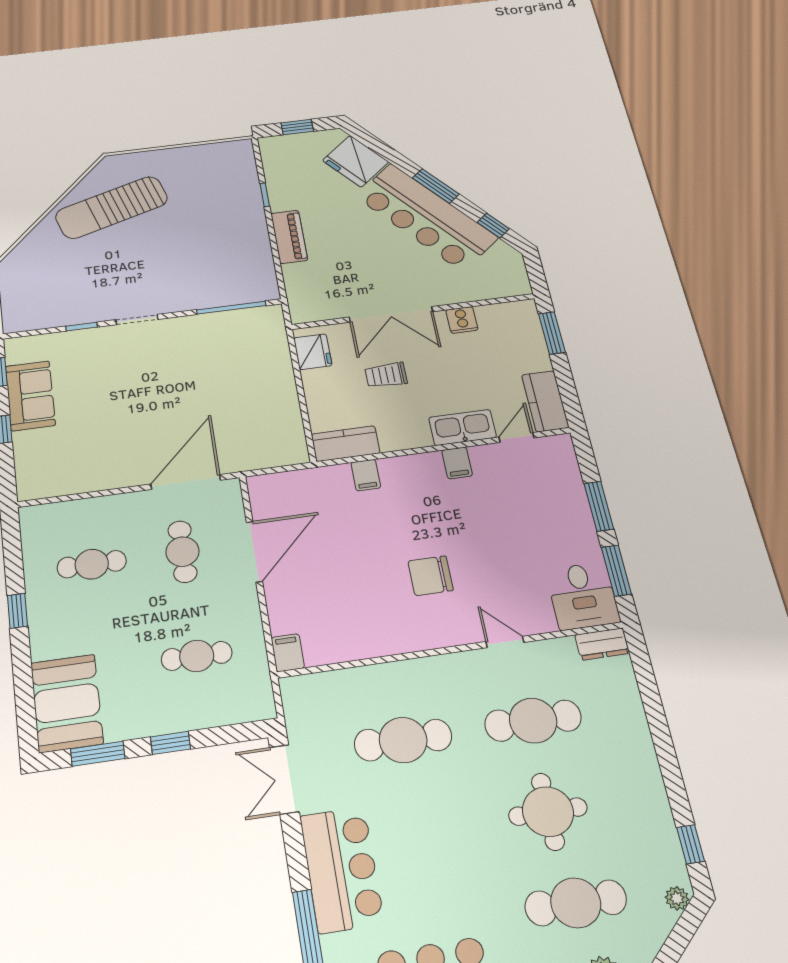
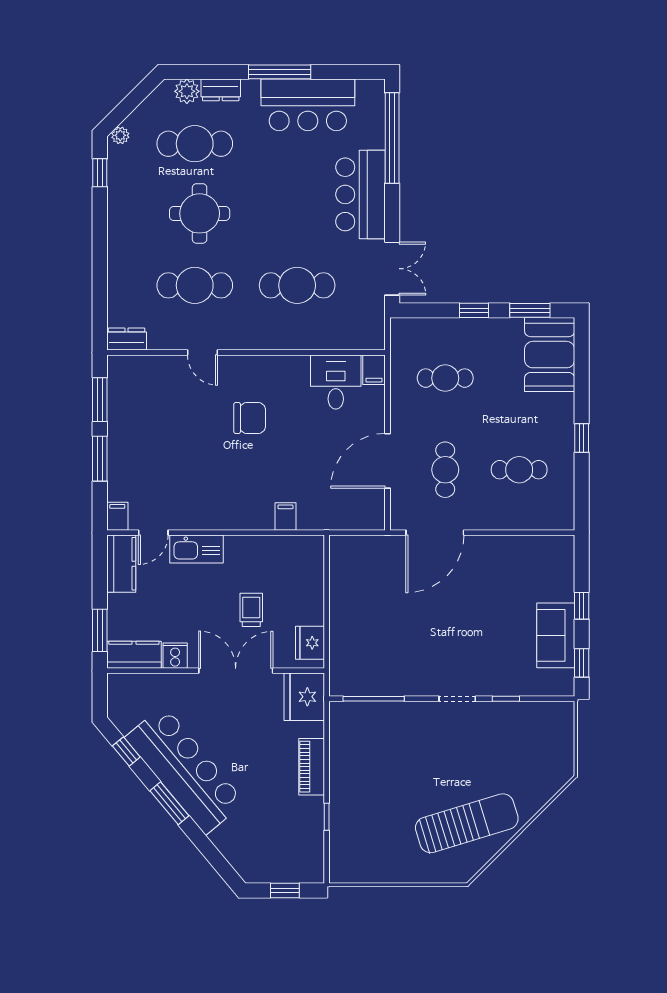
fridge: (356, 161) -> (304, 697), moved, turned -140
trolley: (386, 375) -> (251, 610), turned -90
kitchen counter: (346, 444) -> (134, 655), moved, turned 180
filing cabinet: (457, 463) -> (117, 516), moved
desk: (583, 596) -> (336, 382), moved

